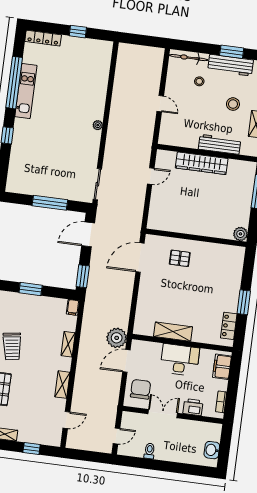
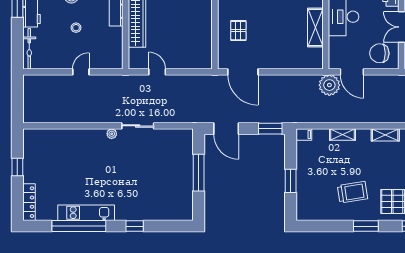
stool: (199, 81) -> (76, 28), moved
sliding door: (97, 184) -> (138, 126), moved

